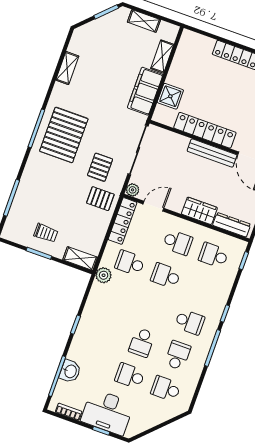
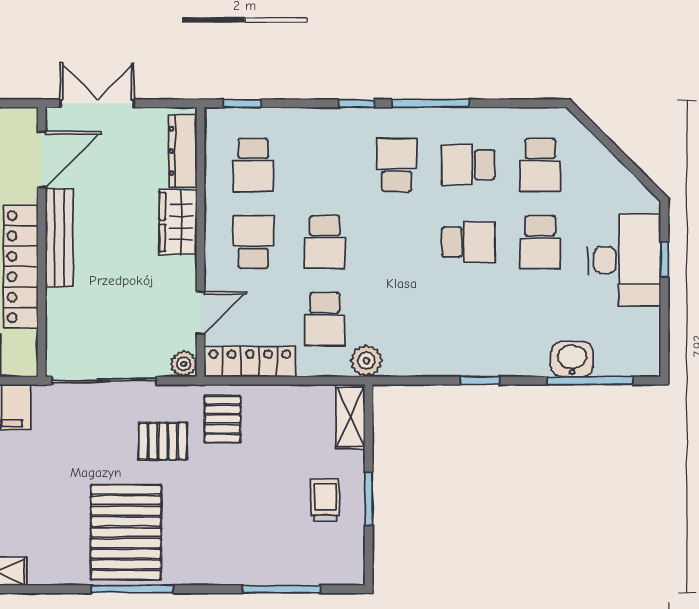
pallet: (64, 135) -> (126, 532), turned 90
door: (153, 206) -> (201, 313), swing flipped
bookcase: (69, 412) -> (651, 334), removed

